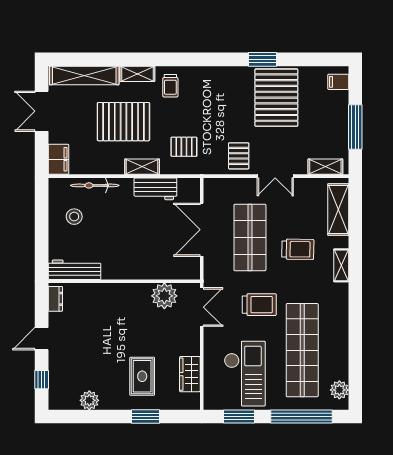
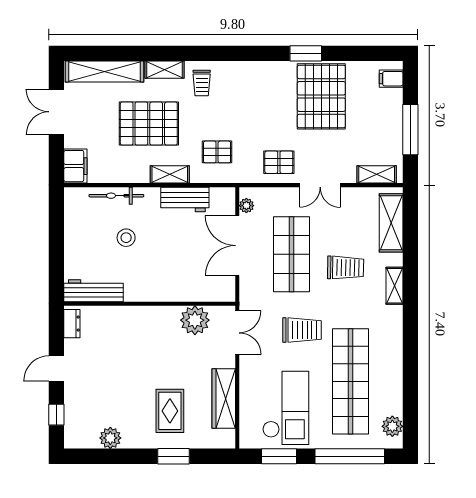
pallet: (239, 156) -> (279, 162), turned 90
plant: (210, 194) -> (246, 206), added
stool: (74, 217) -> (126, 238), moved
wardrobe: (190, 374) -> (224, 399), width x1.50

